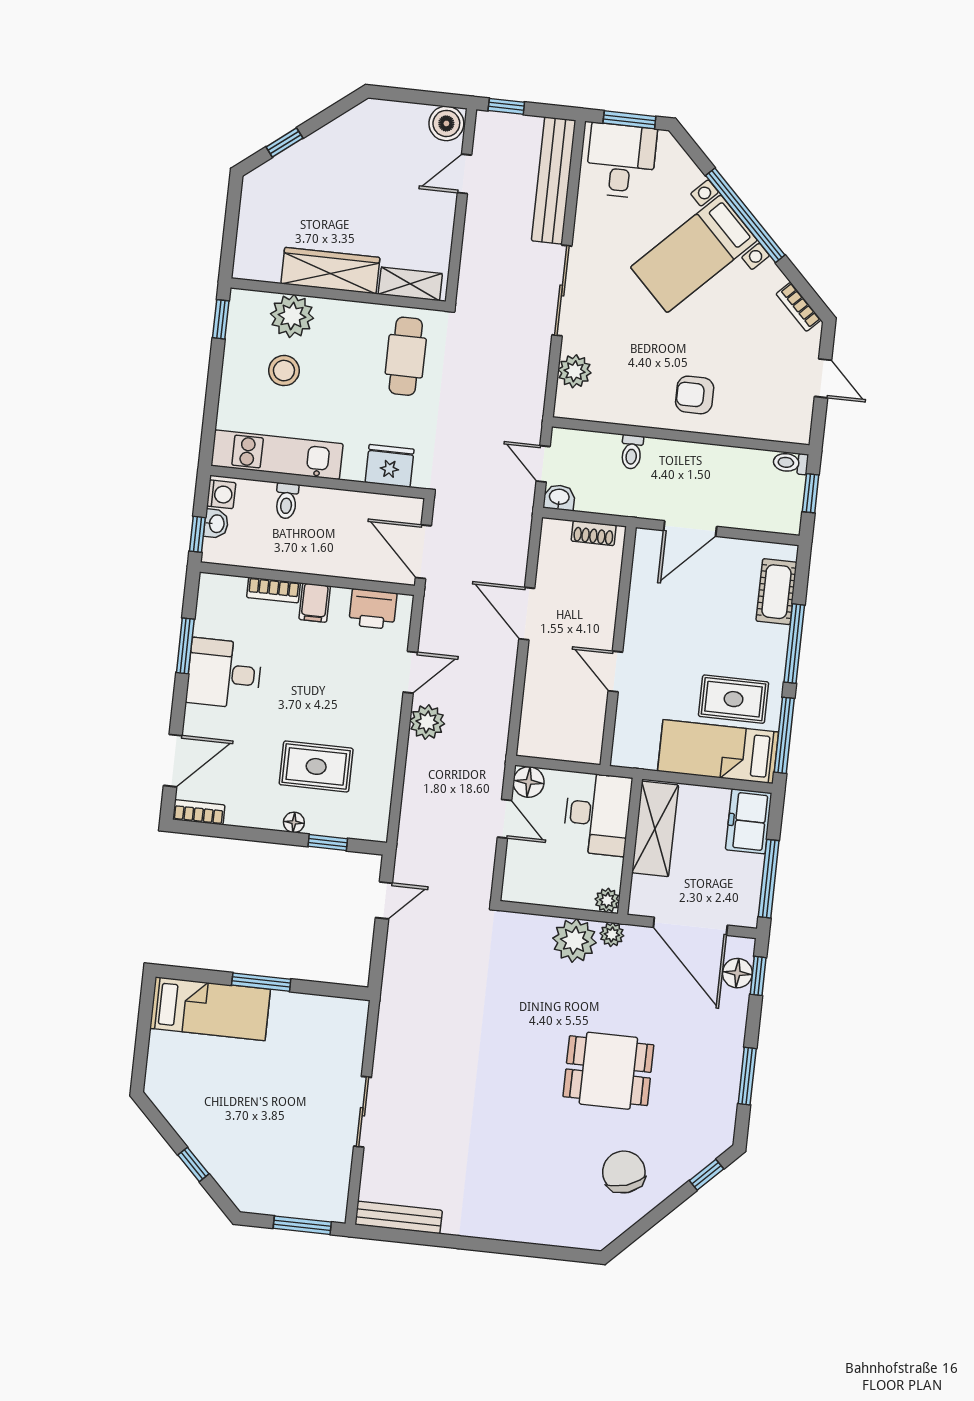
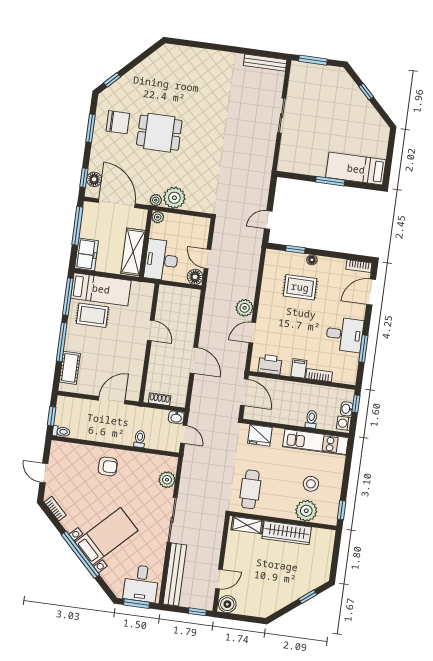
chair: (624, 1172) -> (118, 122), moved, turned -72

